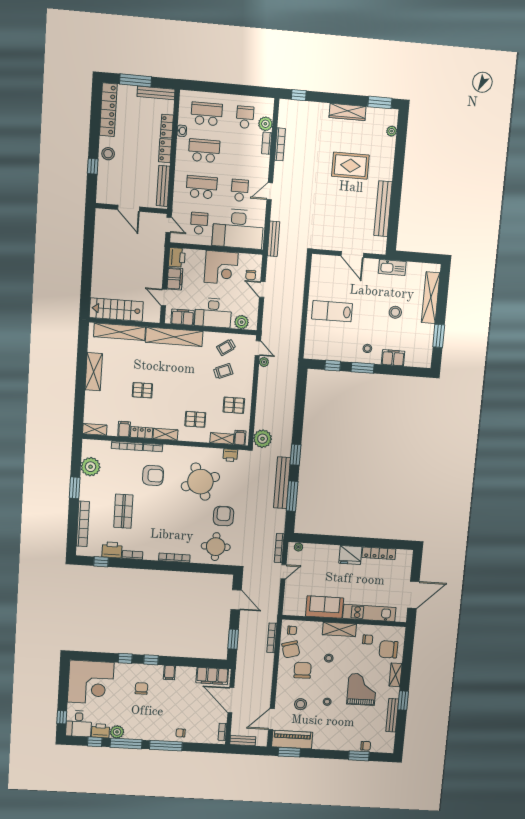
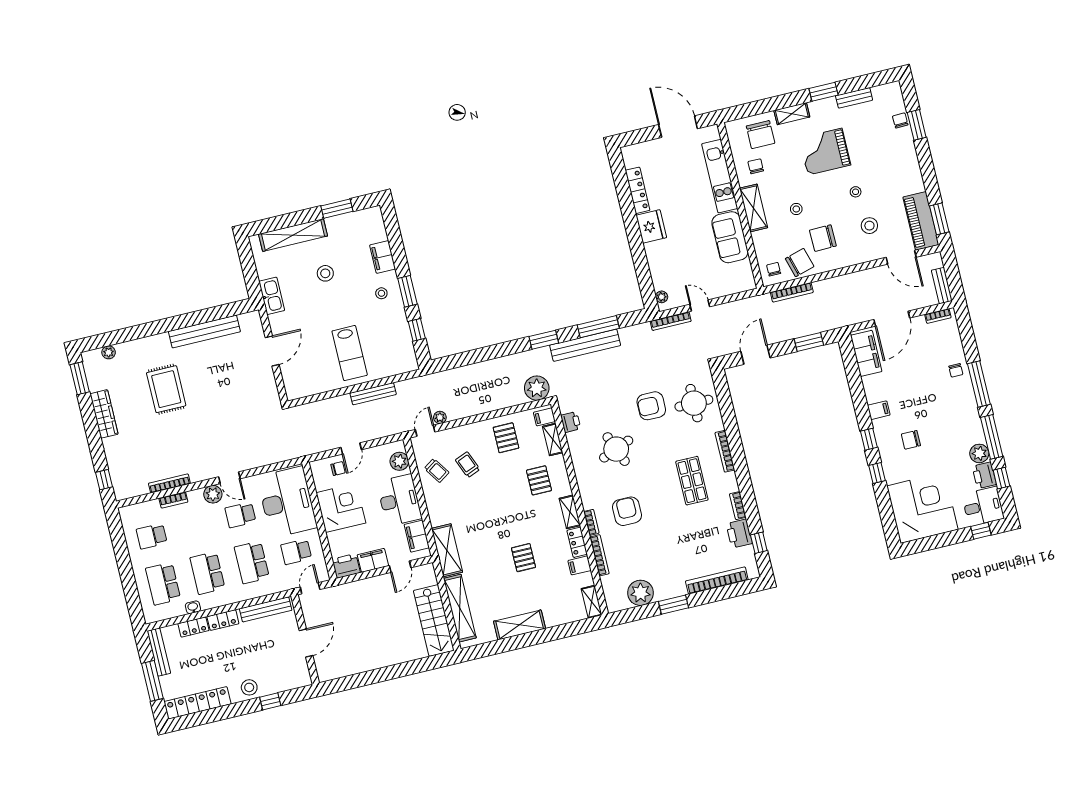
plant: (265, 124) -> (213, 494), moved
bench: (274, 239) -> (373, 394), moved
shelving: (174, 337) -> (447, 550), width x0.68
round table: (200, 482) -> (616, 449), width x0.73, depth x0.73
shop shelf: (123, 511) -> (692, 481), moved, turned 90
bench: (392, 715) -> (854, 98), width x0.73

